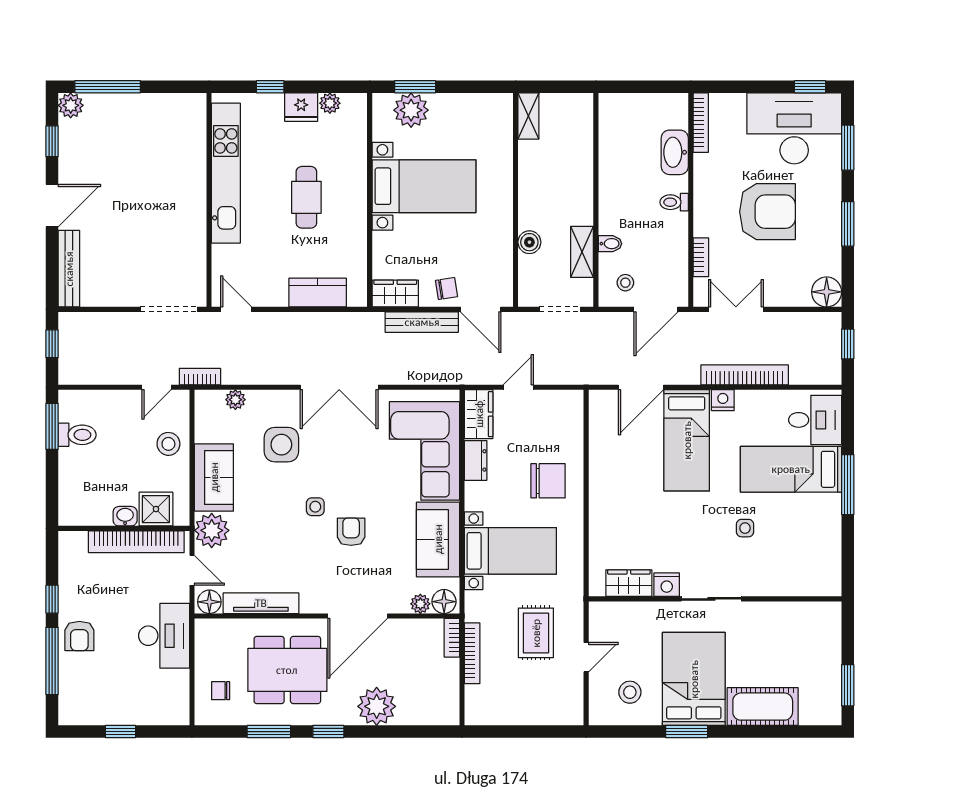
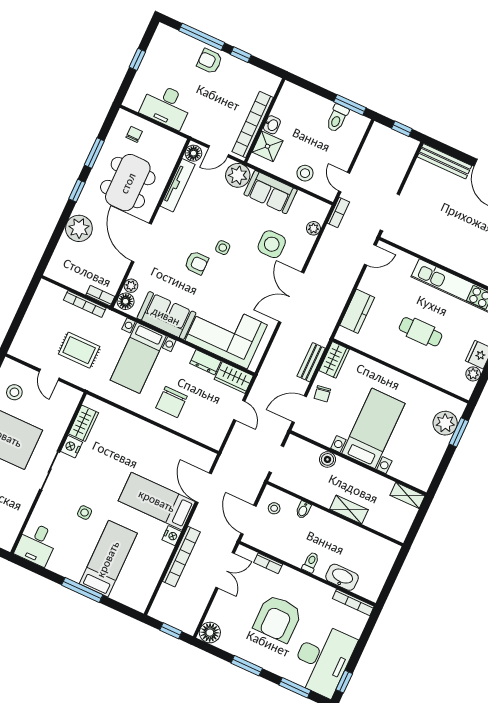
bed with nightstands: (424, 186) -> (373, 428), moved, turned 180
shelving: (582, 252) -> (349, 510), moved
bench: (422, 322) -> (311, 362), width x0.73
desk: (815, 420) -> (37, 544), moved
desk: (164, 636) -> (166, 106), moved

